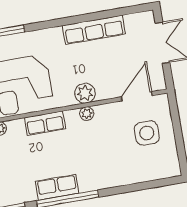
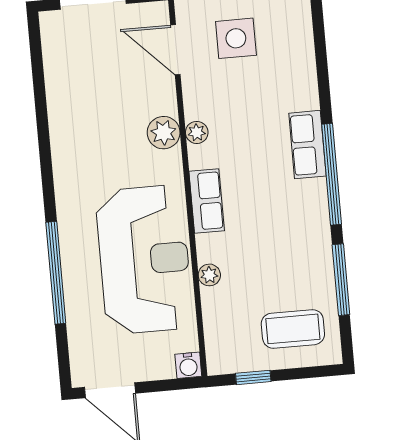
row of seats: (94, 30) -> (63, 110), removed
row of seats: (57, 187) -> (307, 145), moved

